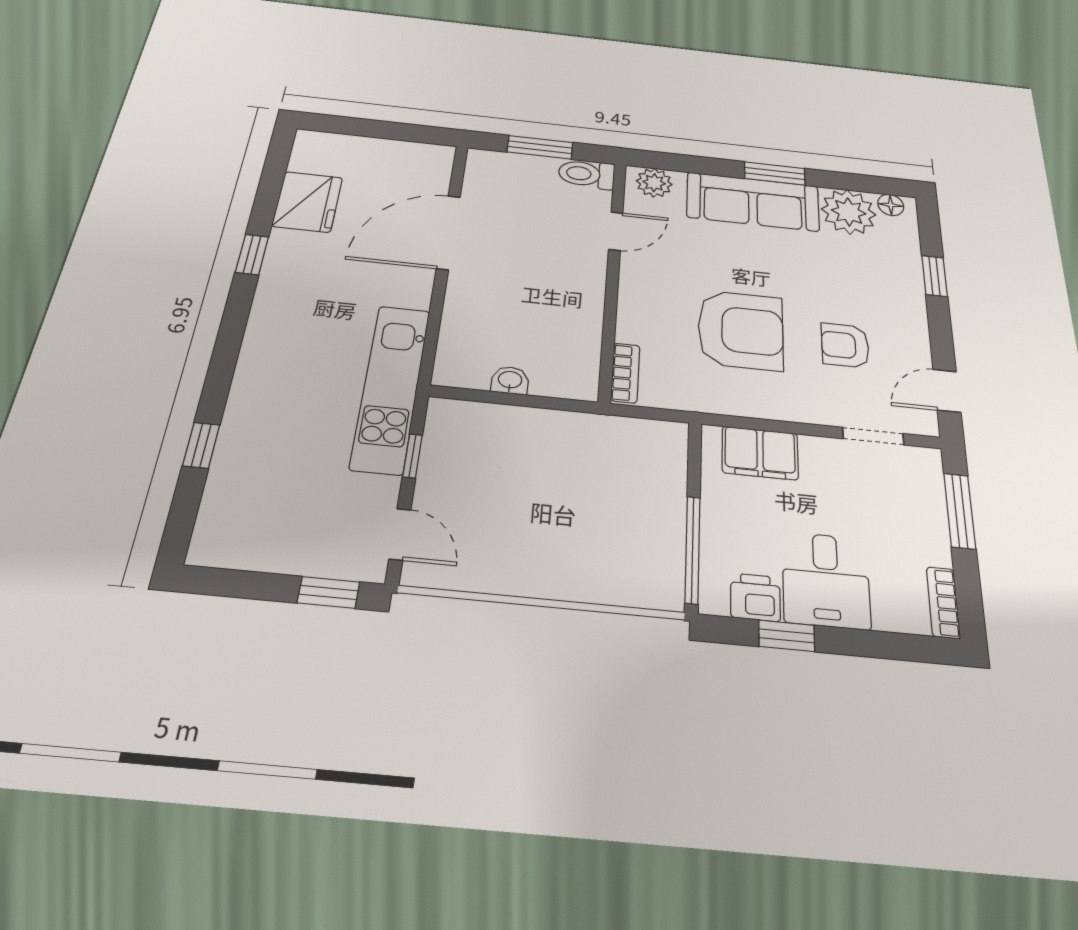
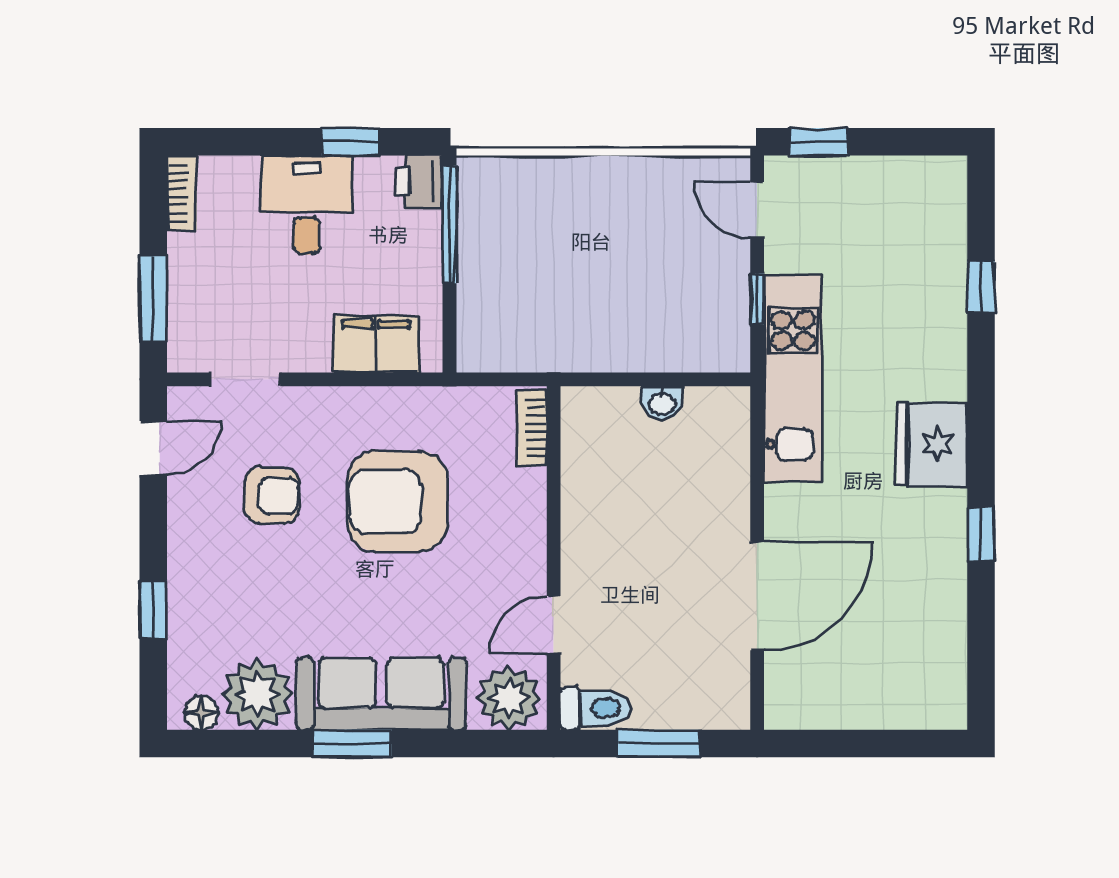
plant: (654, 183) -> (509, 698), width x1.36, depth x1.36
fridge: (308, 202) -> (932, 444), moved
printer: (755, 597) -> (419, 181), moved, turned 90

